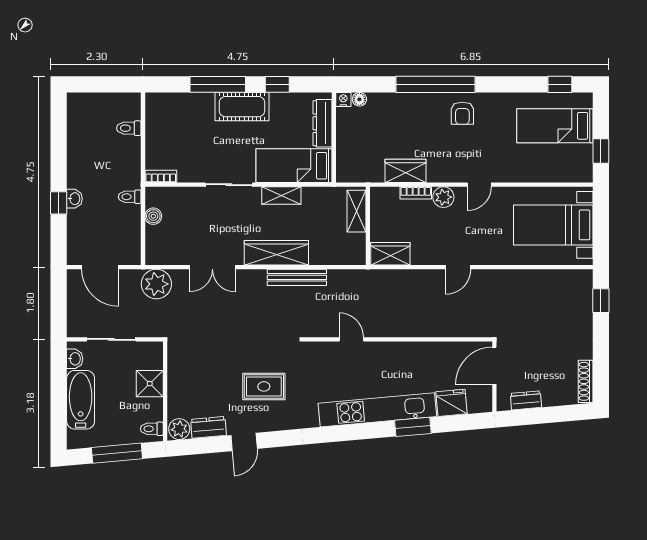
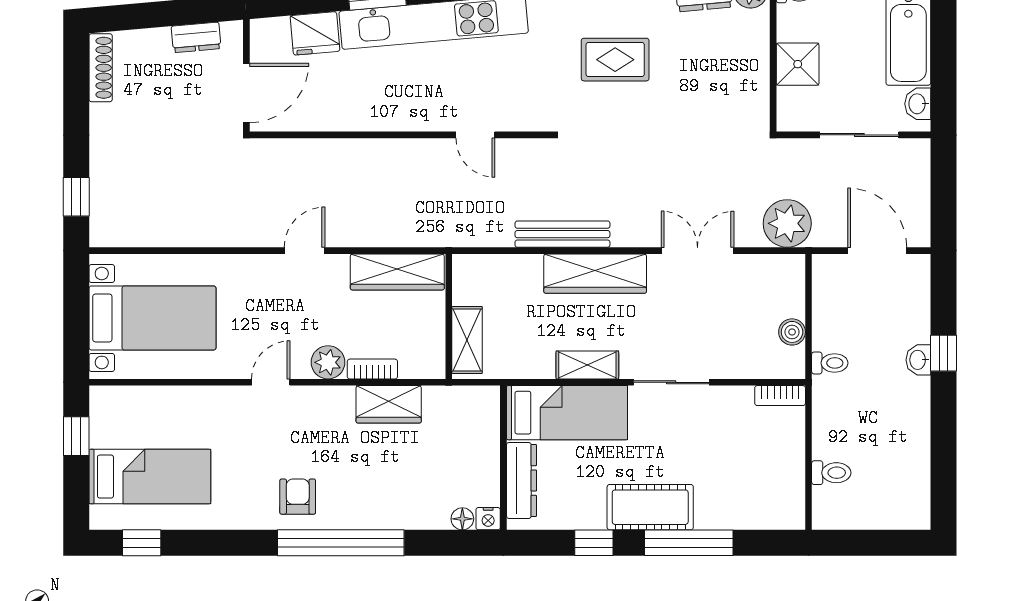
wardrobe: (390, 254) -> (397, 272), width x1.50

